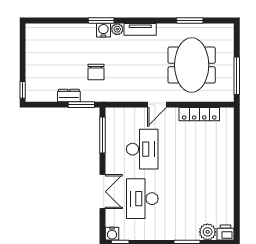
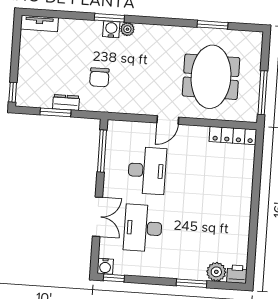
tv unit: (140, 29) -> (39, 23), moved
window: (81, 105) -> (55, 112), moved
locker: (199, 114) -> (233, 136), moved

